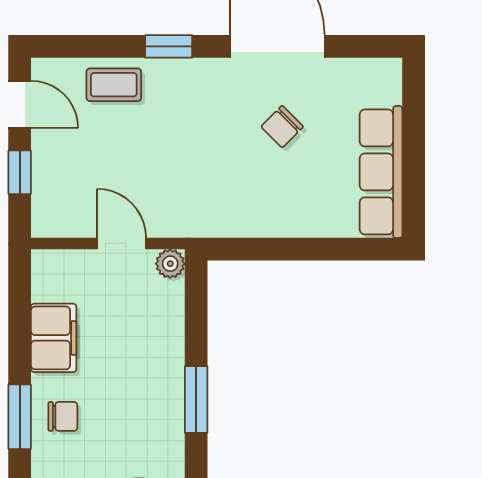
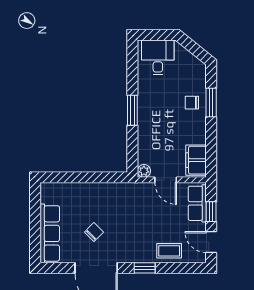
row of seats: (381, 172) -> (50, 233), moved
row of seats: (51, 191) -> (197, 203), added
filing cabinet: (54, 338) -> (196, 160), moved

